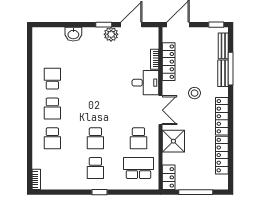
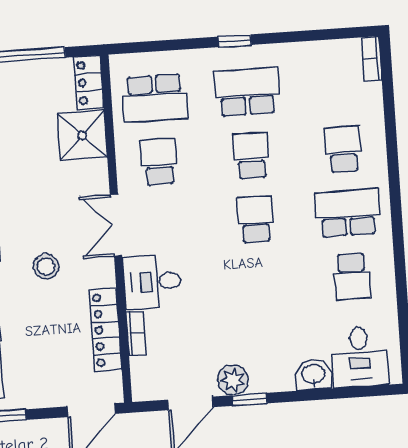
desk: (51, 41) -> (360, 357), added
school desk: (52, 108) -> (347, 213), width x1.85
school desk: (95, 108) -> (255, 219), added
shower: (173, 141) -> (82, 135), moved
school desk: (95, 168) -> (247, 92), width x1.85

